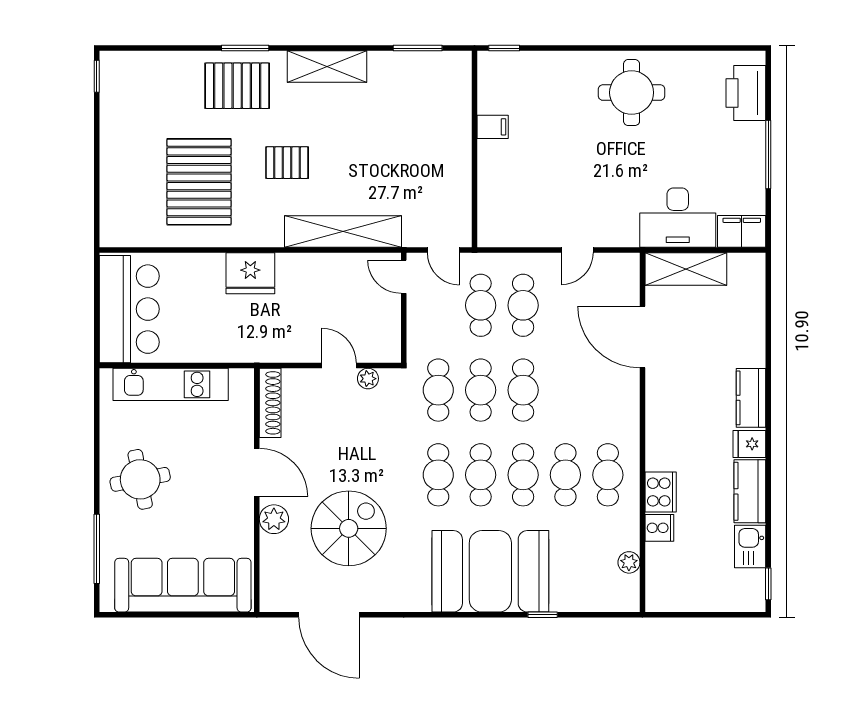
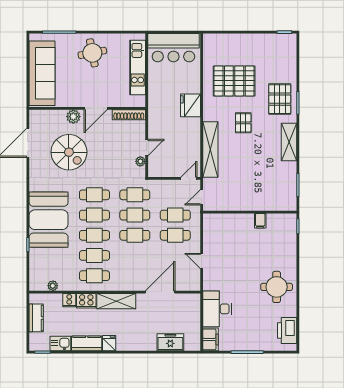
printer: (746, 93) -> (287, 330), moved, turned -90
shelving: (686, 269) -> (116, 301), moved, turned 90
freezer: (748, 316) -> (170, 342), added
kitchen counter: (751, 398) -> (36, 318), moved, turned 90

